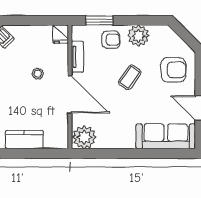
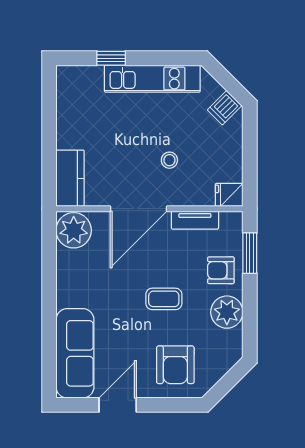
armchair: (111, 40) -> (221, 270), turned 90
coffee table: (130, 77) -> (164, 299), turned -35
kitchen counter: (24, 140) -> (70, 178), moved

